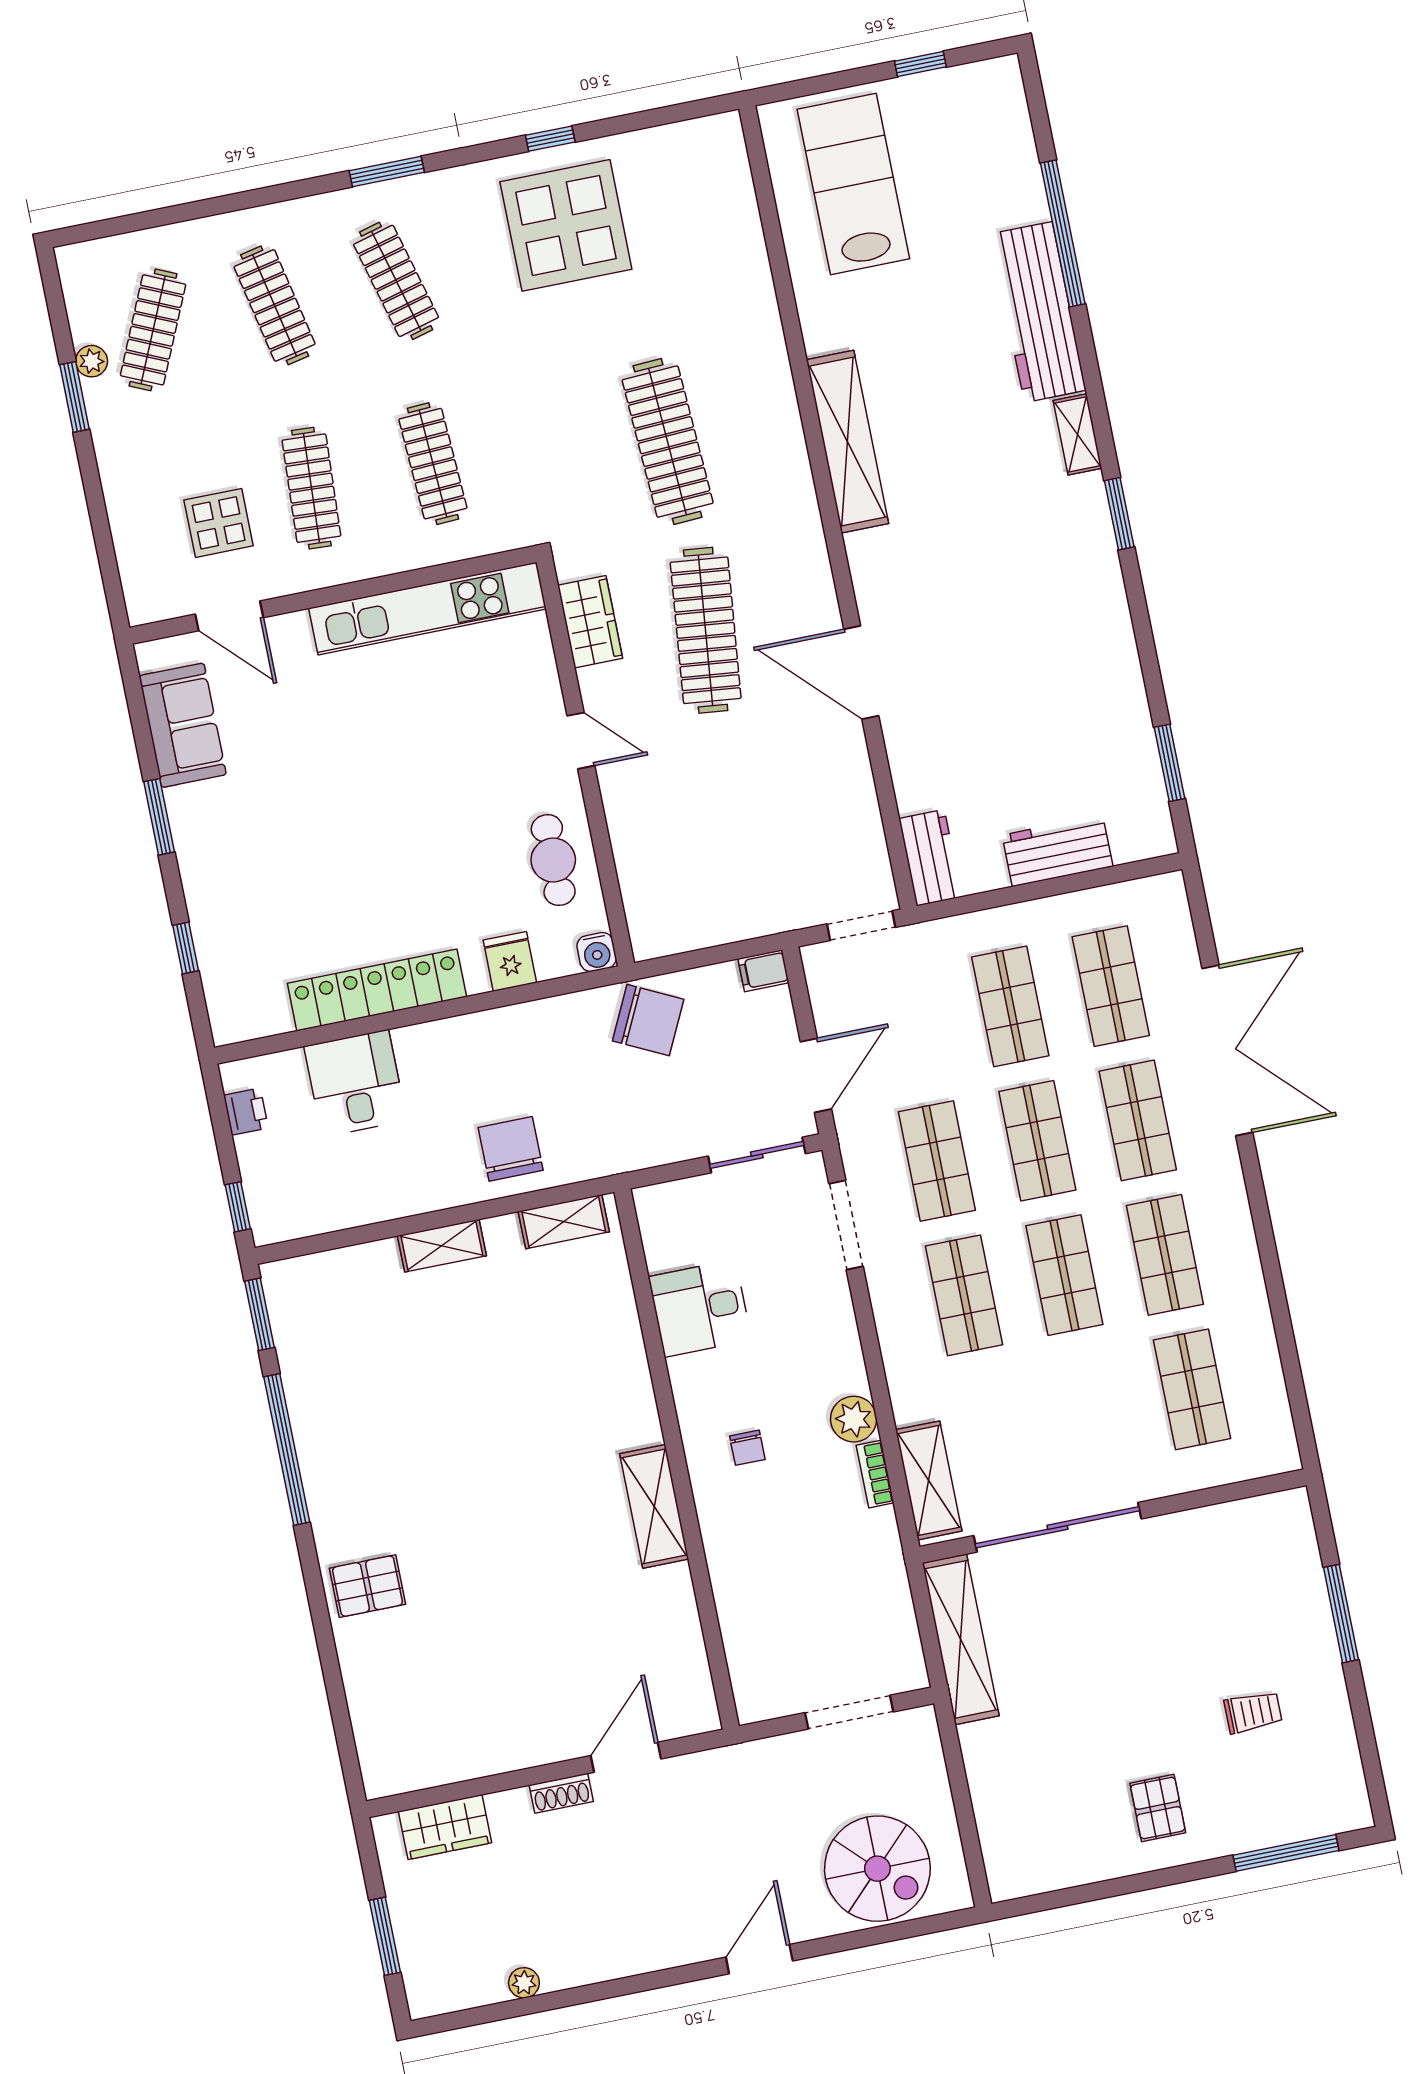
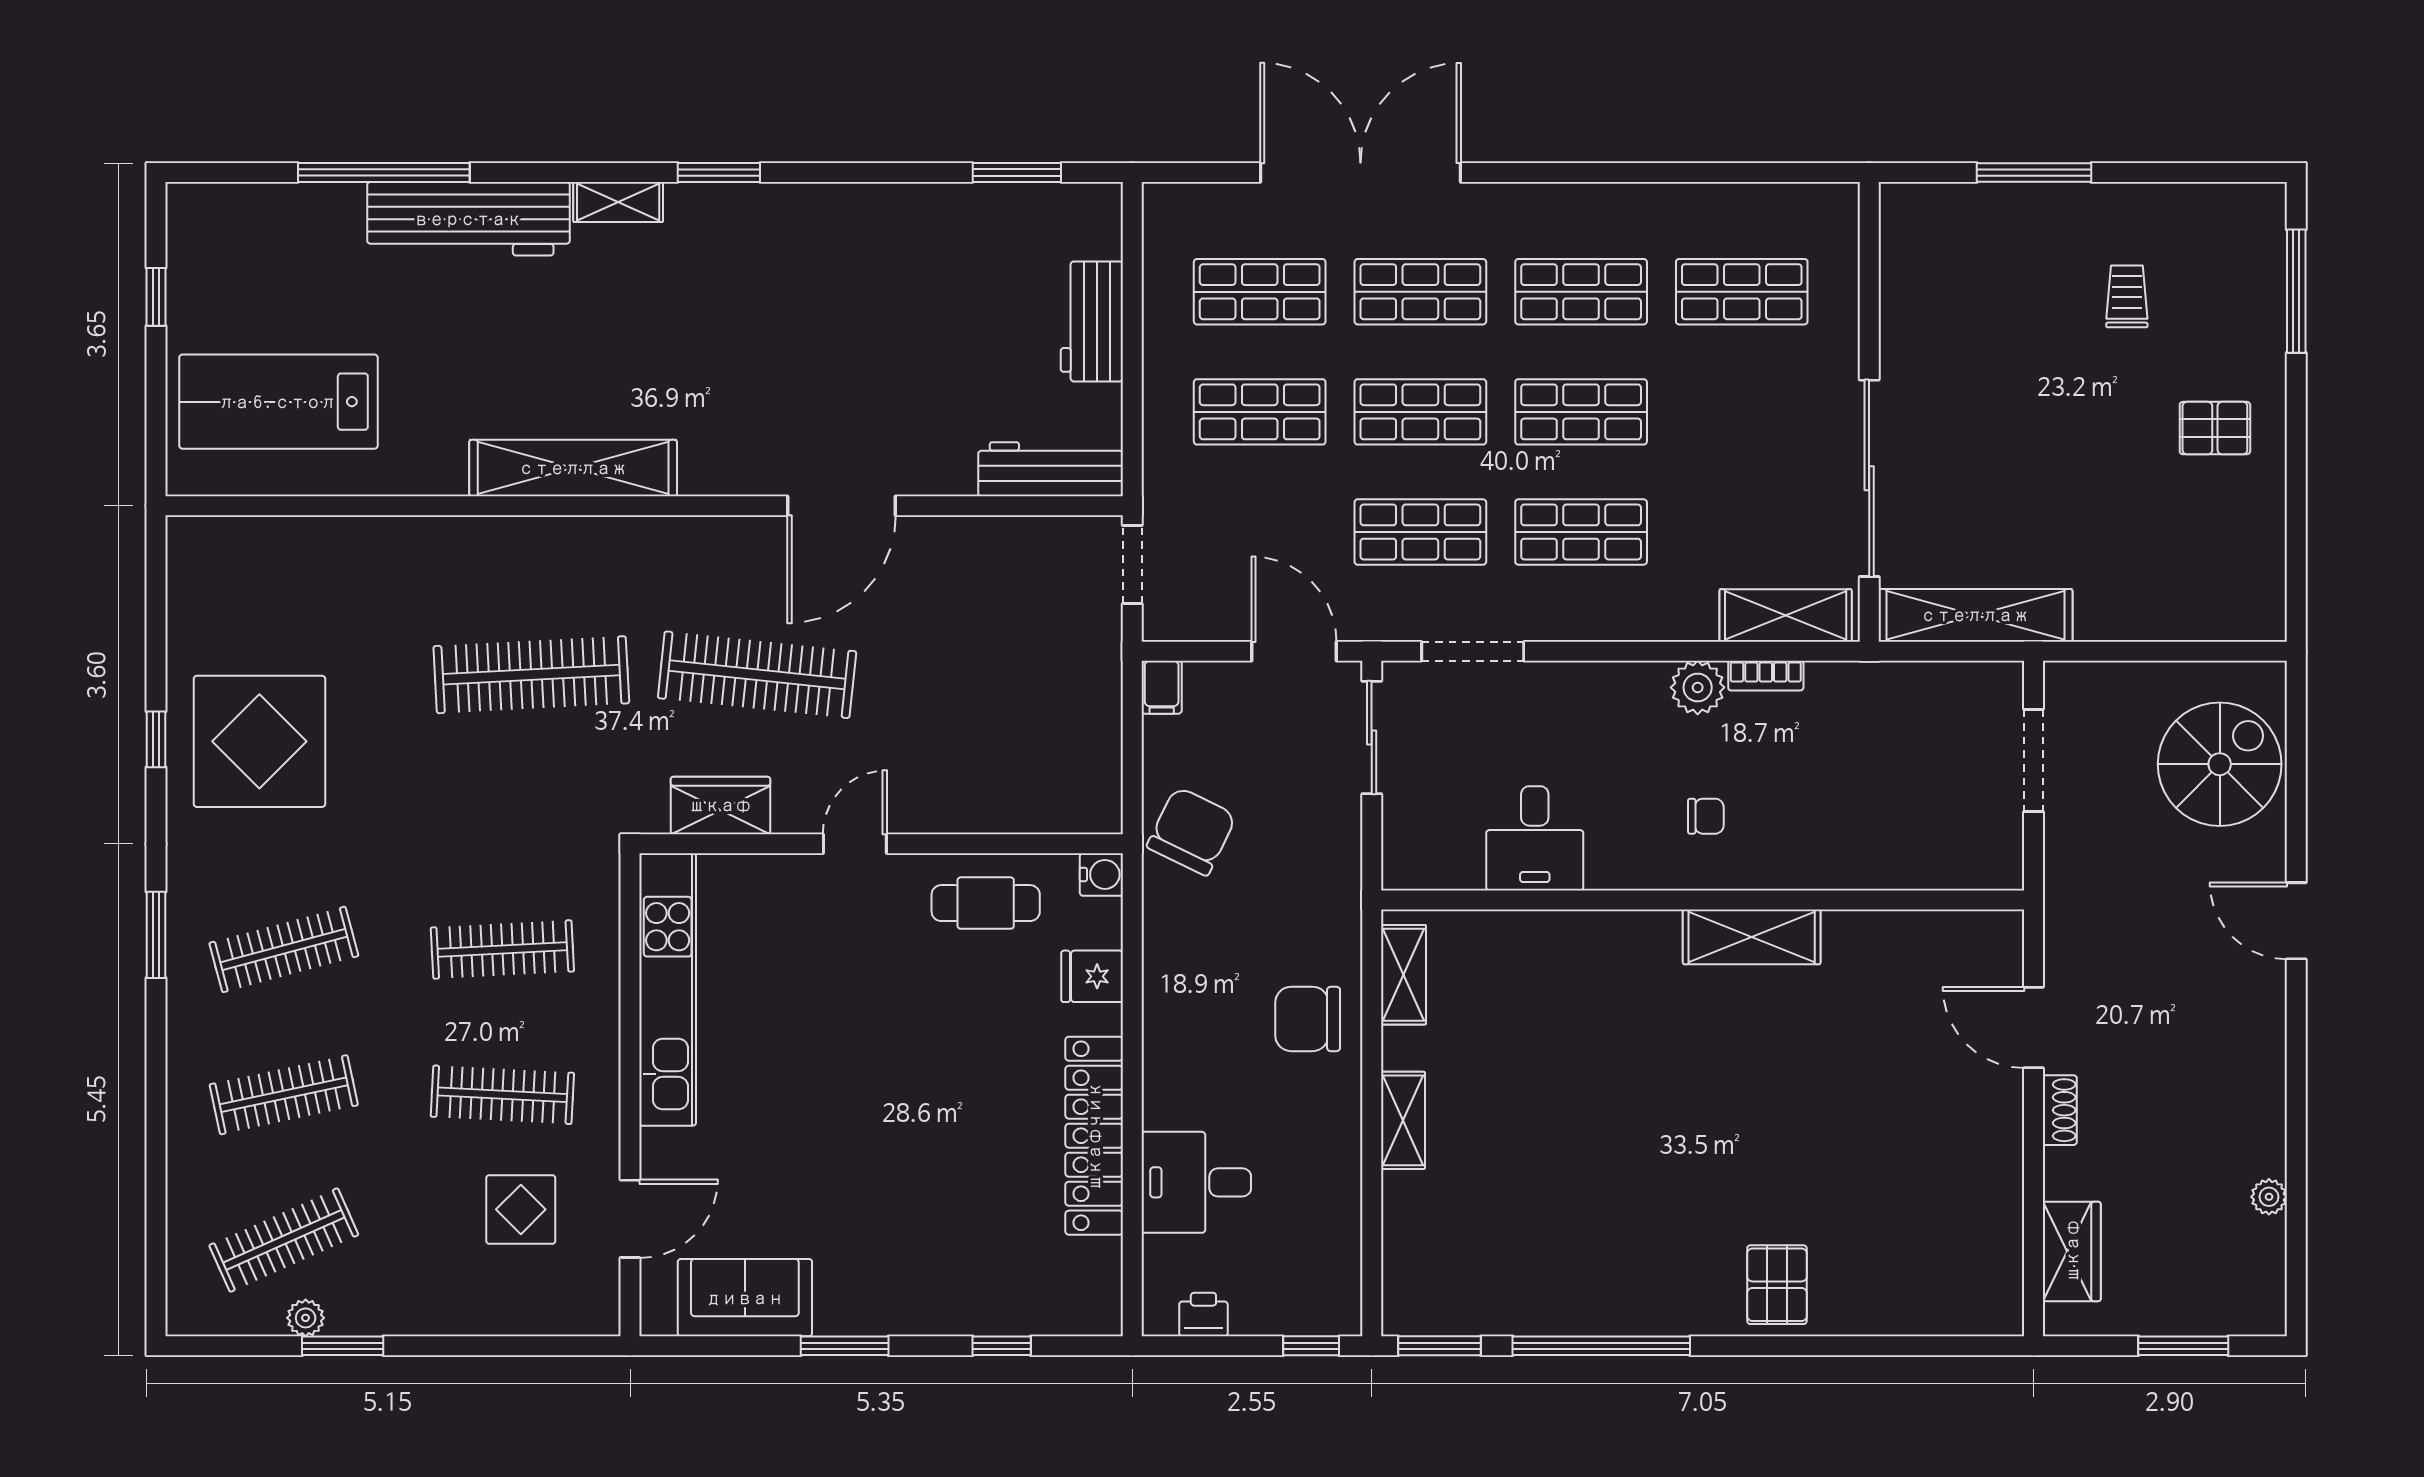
clothes rail: (153, 330) -> (284, 1240), turned -48
workbench: (930, 858) -> (1051, 469), width x1.37

